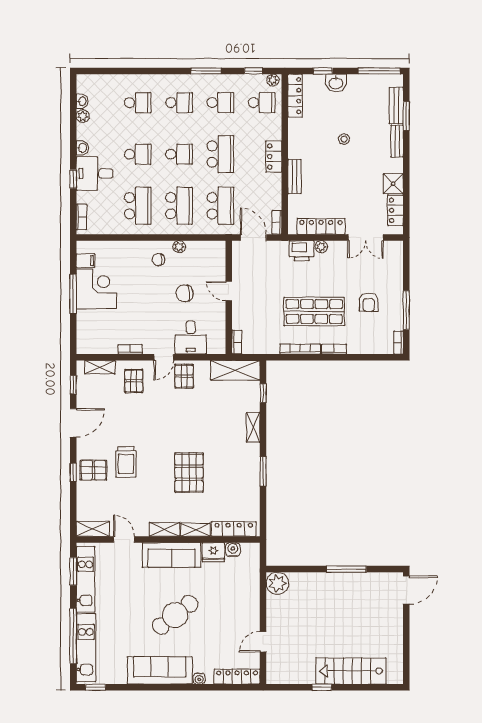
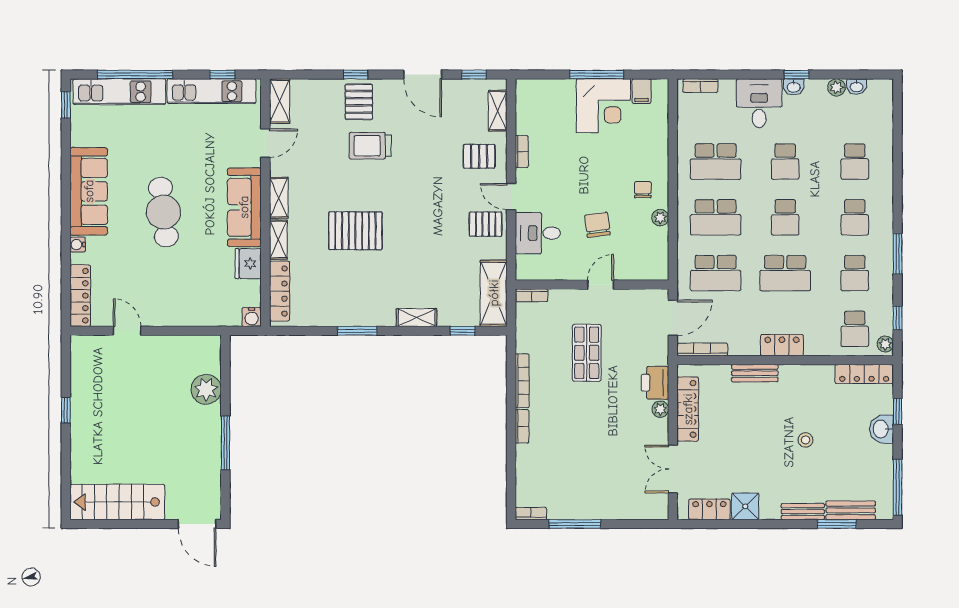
window: (73, 179) -> (797, 75), moved
bookcase: (277, 222) -> (702, 349), width x1.56
armchair: (369, 302) -> (585, 473), removed
shop shelf: (314, 312) -> (587, 353), moved, width x0.70, depth x0.74
water cooler: (233, 550) -> (252, 317), moved, turned 90
window: (73, 571) -> (222, 75), width x0.67
plant: (277, 583) -> (206, 389), moved
cafe table: (175, 615) -> (163, 212), turned 31
stairs: (351, 671) -> (117, 502), moved, turned -90

